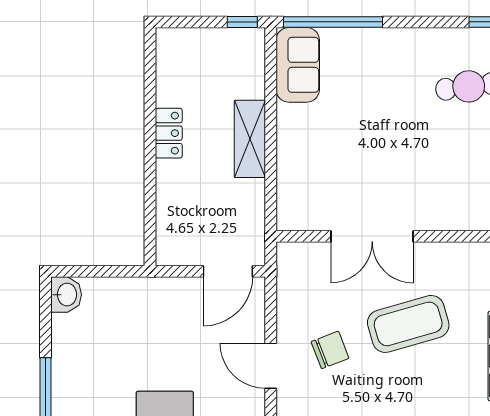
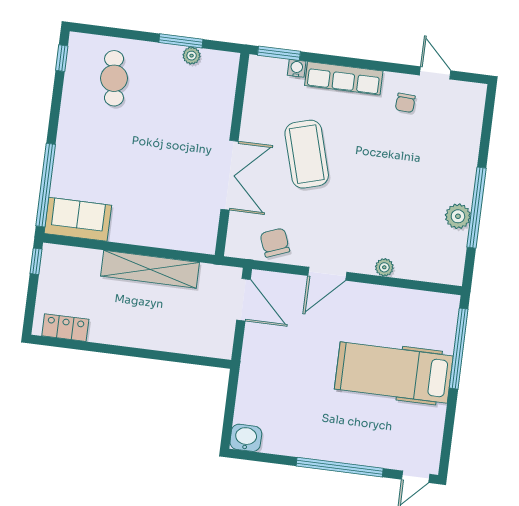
locker: (169, 133) -> (65, 328), moved
shelving: (250, 139) -> (150, 269), width x1.47
chair: (330, 350) -> (275, 243), moved

